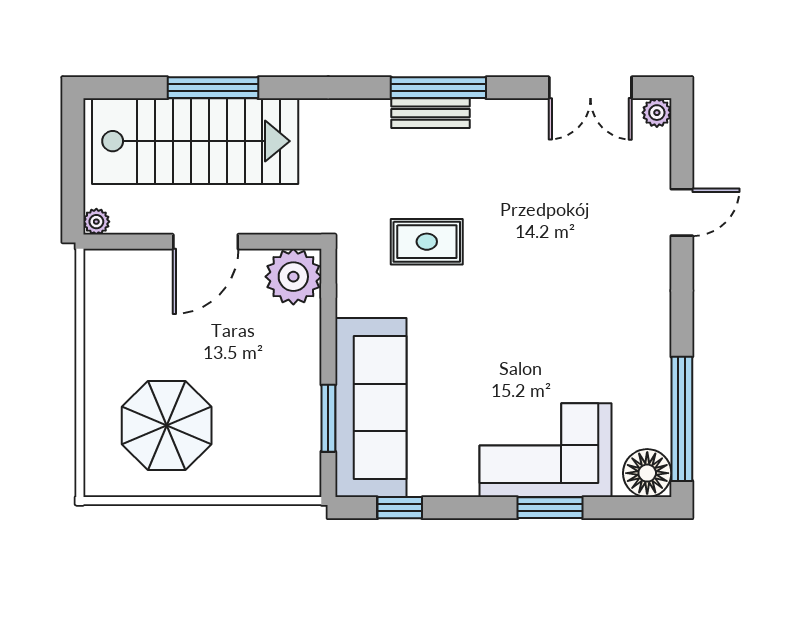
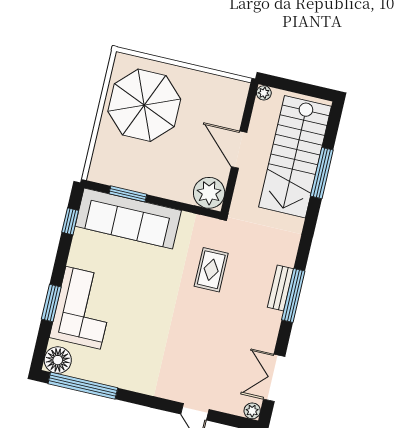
parasol: (167, 426) -> (144, 105), width x1.36, depth x1.36

